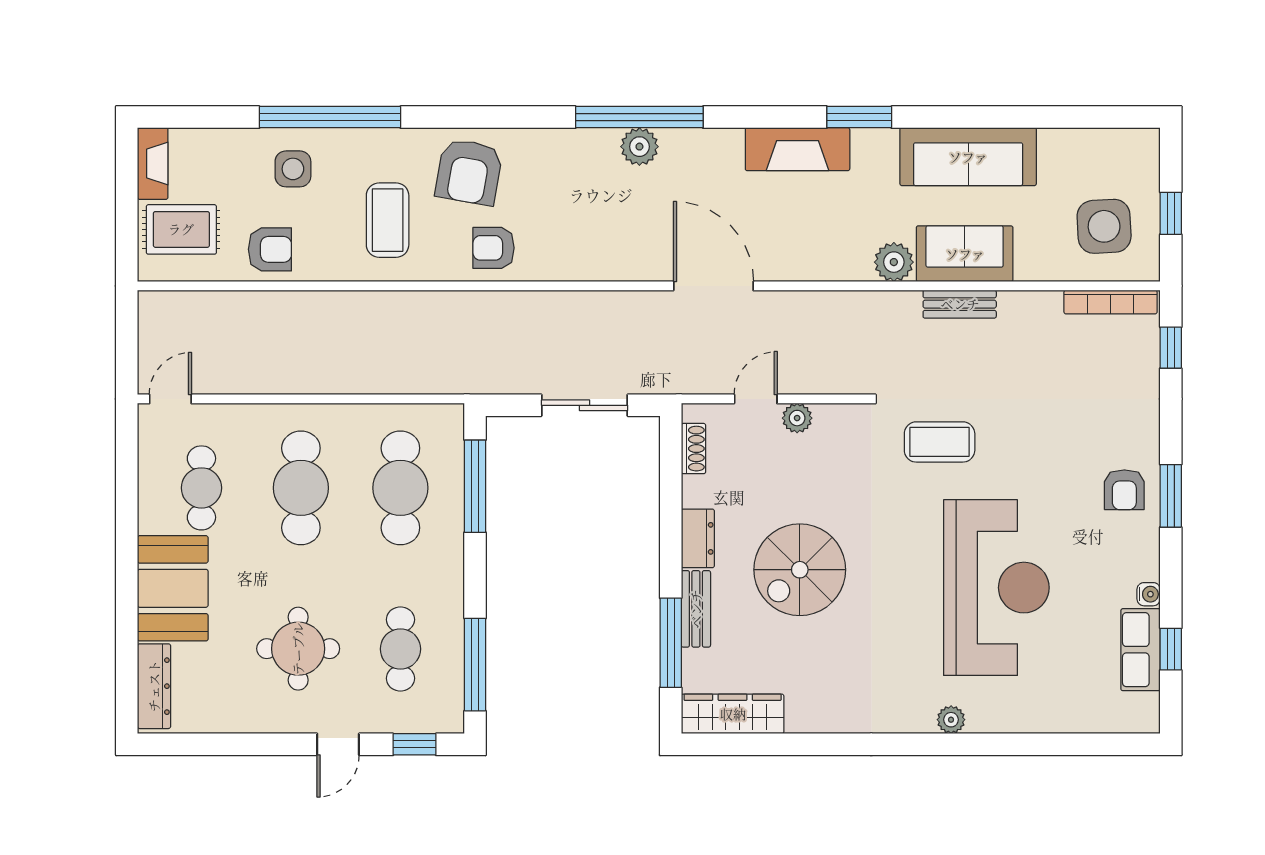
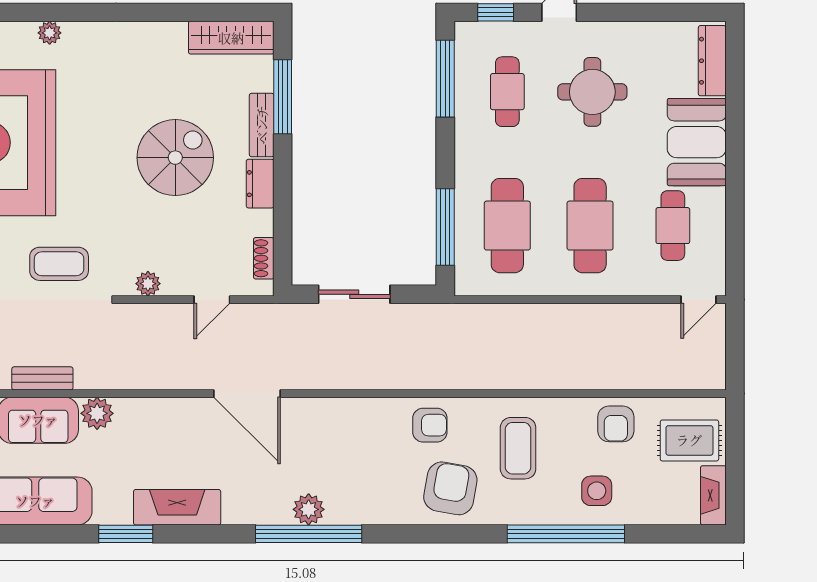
armchair: (270, 249) -> (616, 424), turned -90
plant: (797, 418) -> (148, 284), moved

